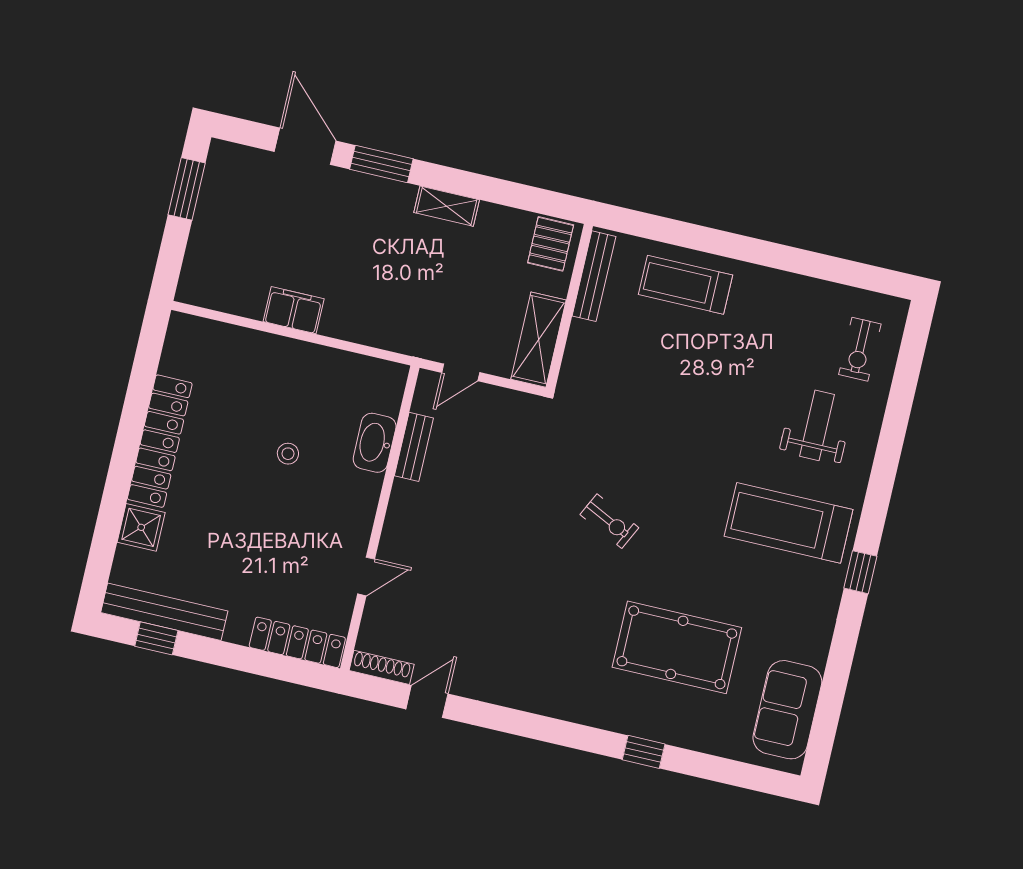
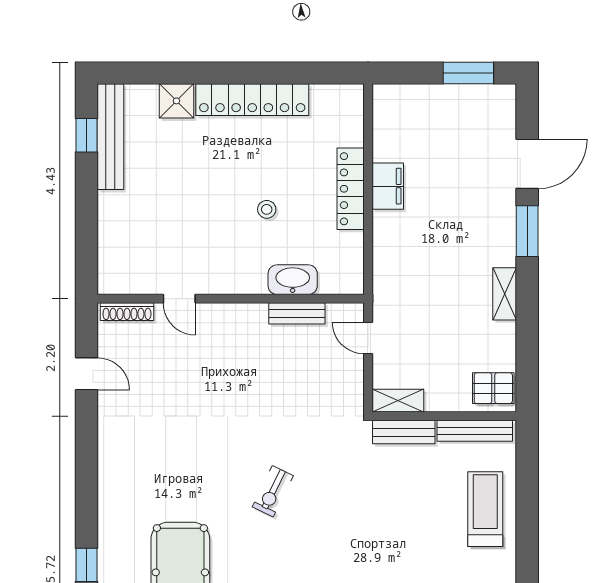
shelving: (539, 340) -> (398, 401), width x0.67, depth x0.75
bench: (577, 357) -> (404, 432), added
locker: (297, 642) -> (351, 189), moved, turned 180
shoe rack: (382, 667) -> (127, 312), moved, turned 90

